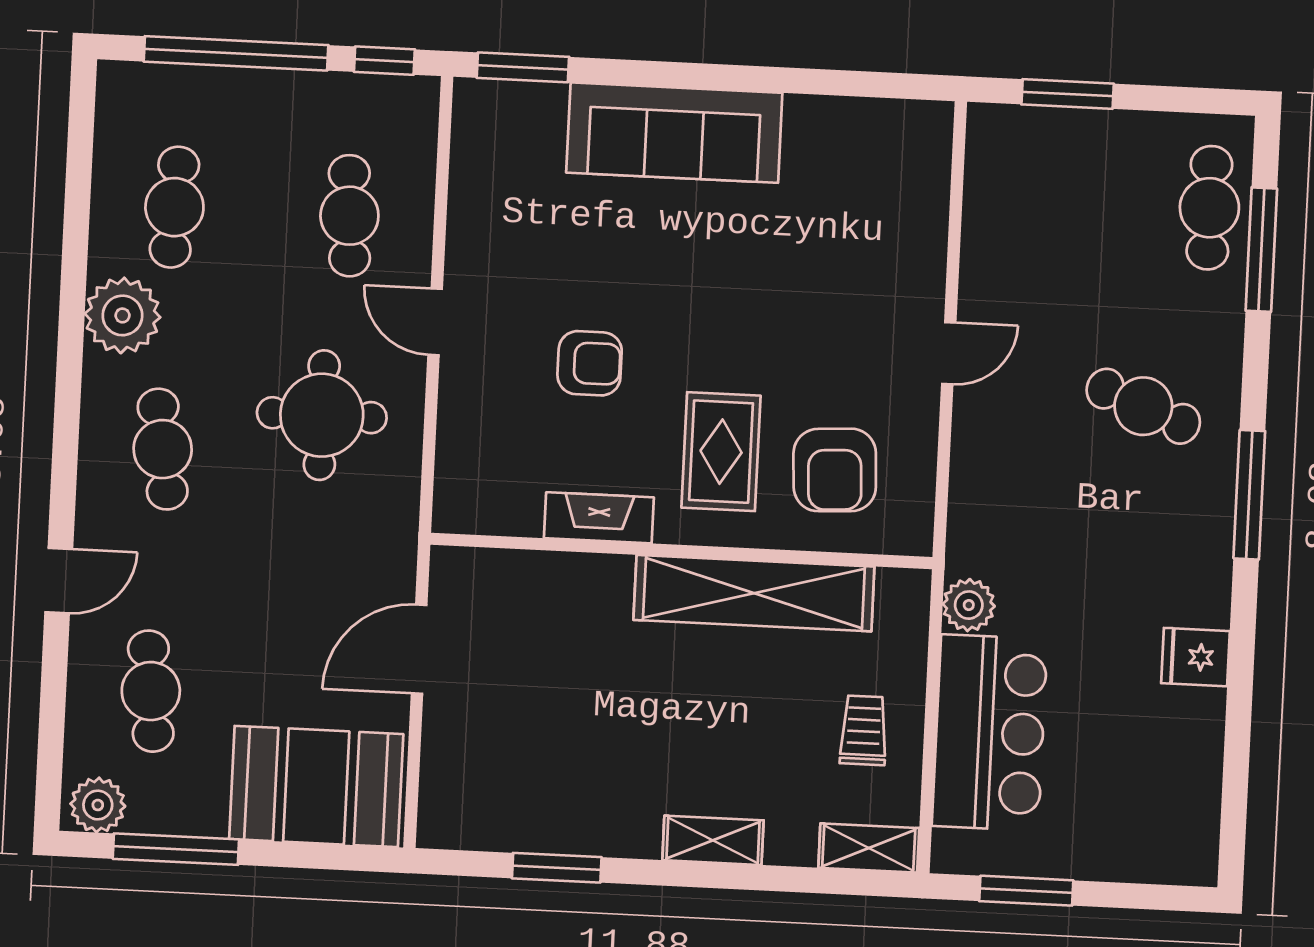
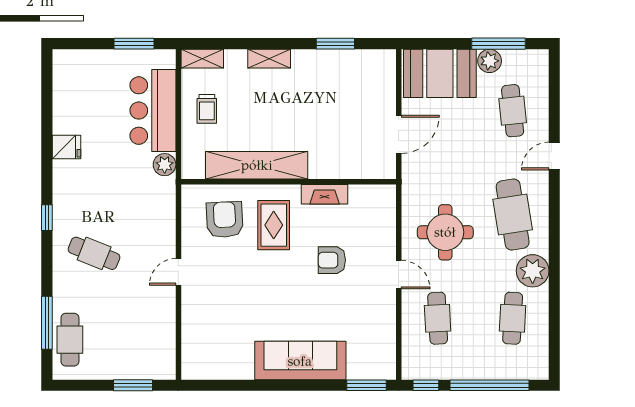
cafe table: (163, 449) -> (513, 214), width x1.37, depth x1.35
window: (1249, 495) -> (47, 218), width x0.46
plant: (98, 805) -> (490, 61), moved

